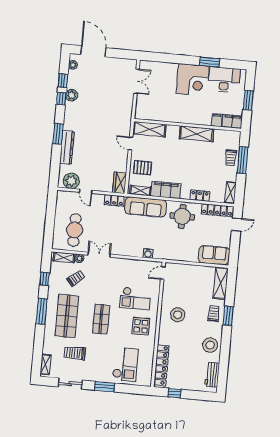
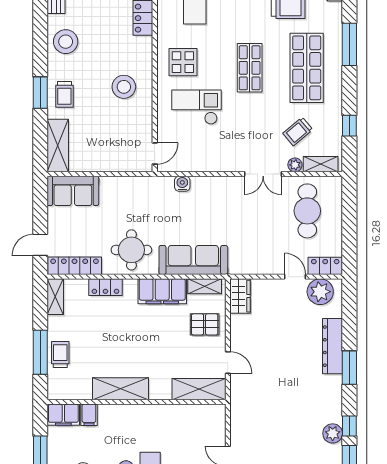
locker: (114, 200) -> (325, 266), moved
window: (42, 311) -> (349, 44), moved

